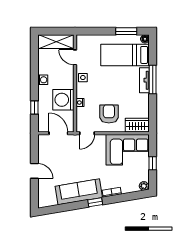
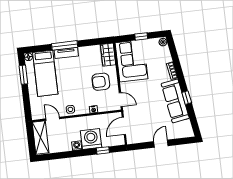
door: (75, 57) -> (53, 119), swing flipped
washing machine: (63, 100) -> (91, 139), moved, turned 180
window: (95, 202) -> (187, 98), moved

